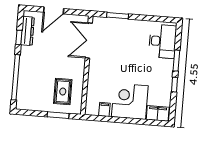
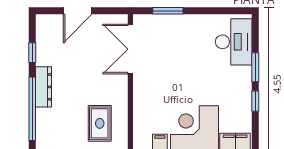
dresser: (27, 31) -> (43, 87), moved

